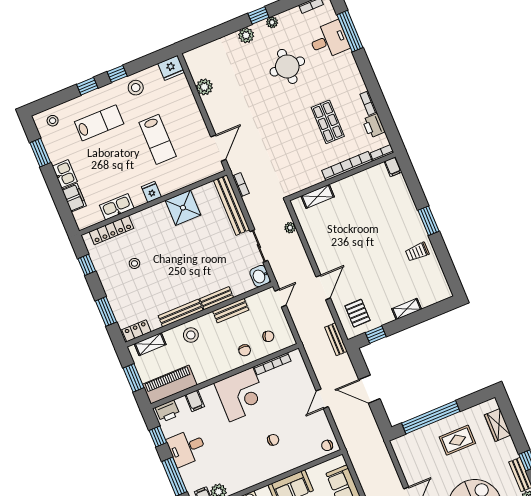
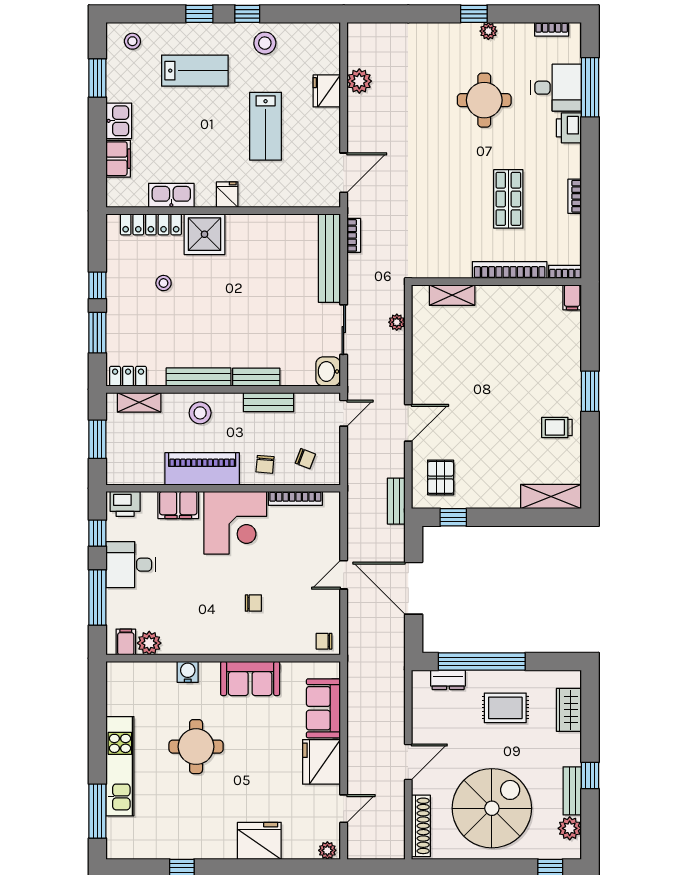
plant: (246, 35) -> (446, 34), removed
fridge: (171, 68) -> (327, 91), moved, turned 90
printer: (374, 126) -> (569, 128), moved
shower: (183, 208) -> (204, 234), moved
window: (87, 265) -> (97, 285), moved
shelving: (407, 309) -> (551, 497), moved, width x1.50, depth x1.33
piano: (170, 385) -> (202, 469), moved
door: (369, 389) -> (414, 588), width x1.36
filing cabinet: (195, 401) -> (178, 505), width x2.00
dresser: (414, 437) -> (448, 680), added

